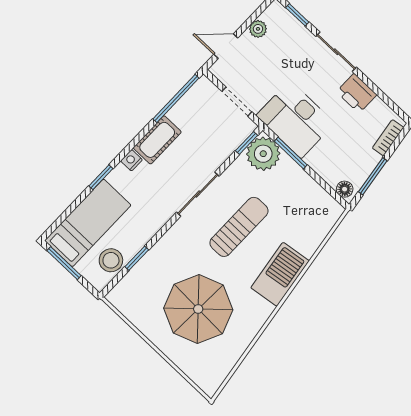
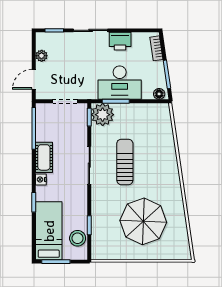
desk: (295, 119) -> (120, 83), moved
barbecue: (280, 274) -> (167, 166), removed

